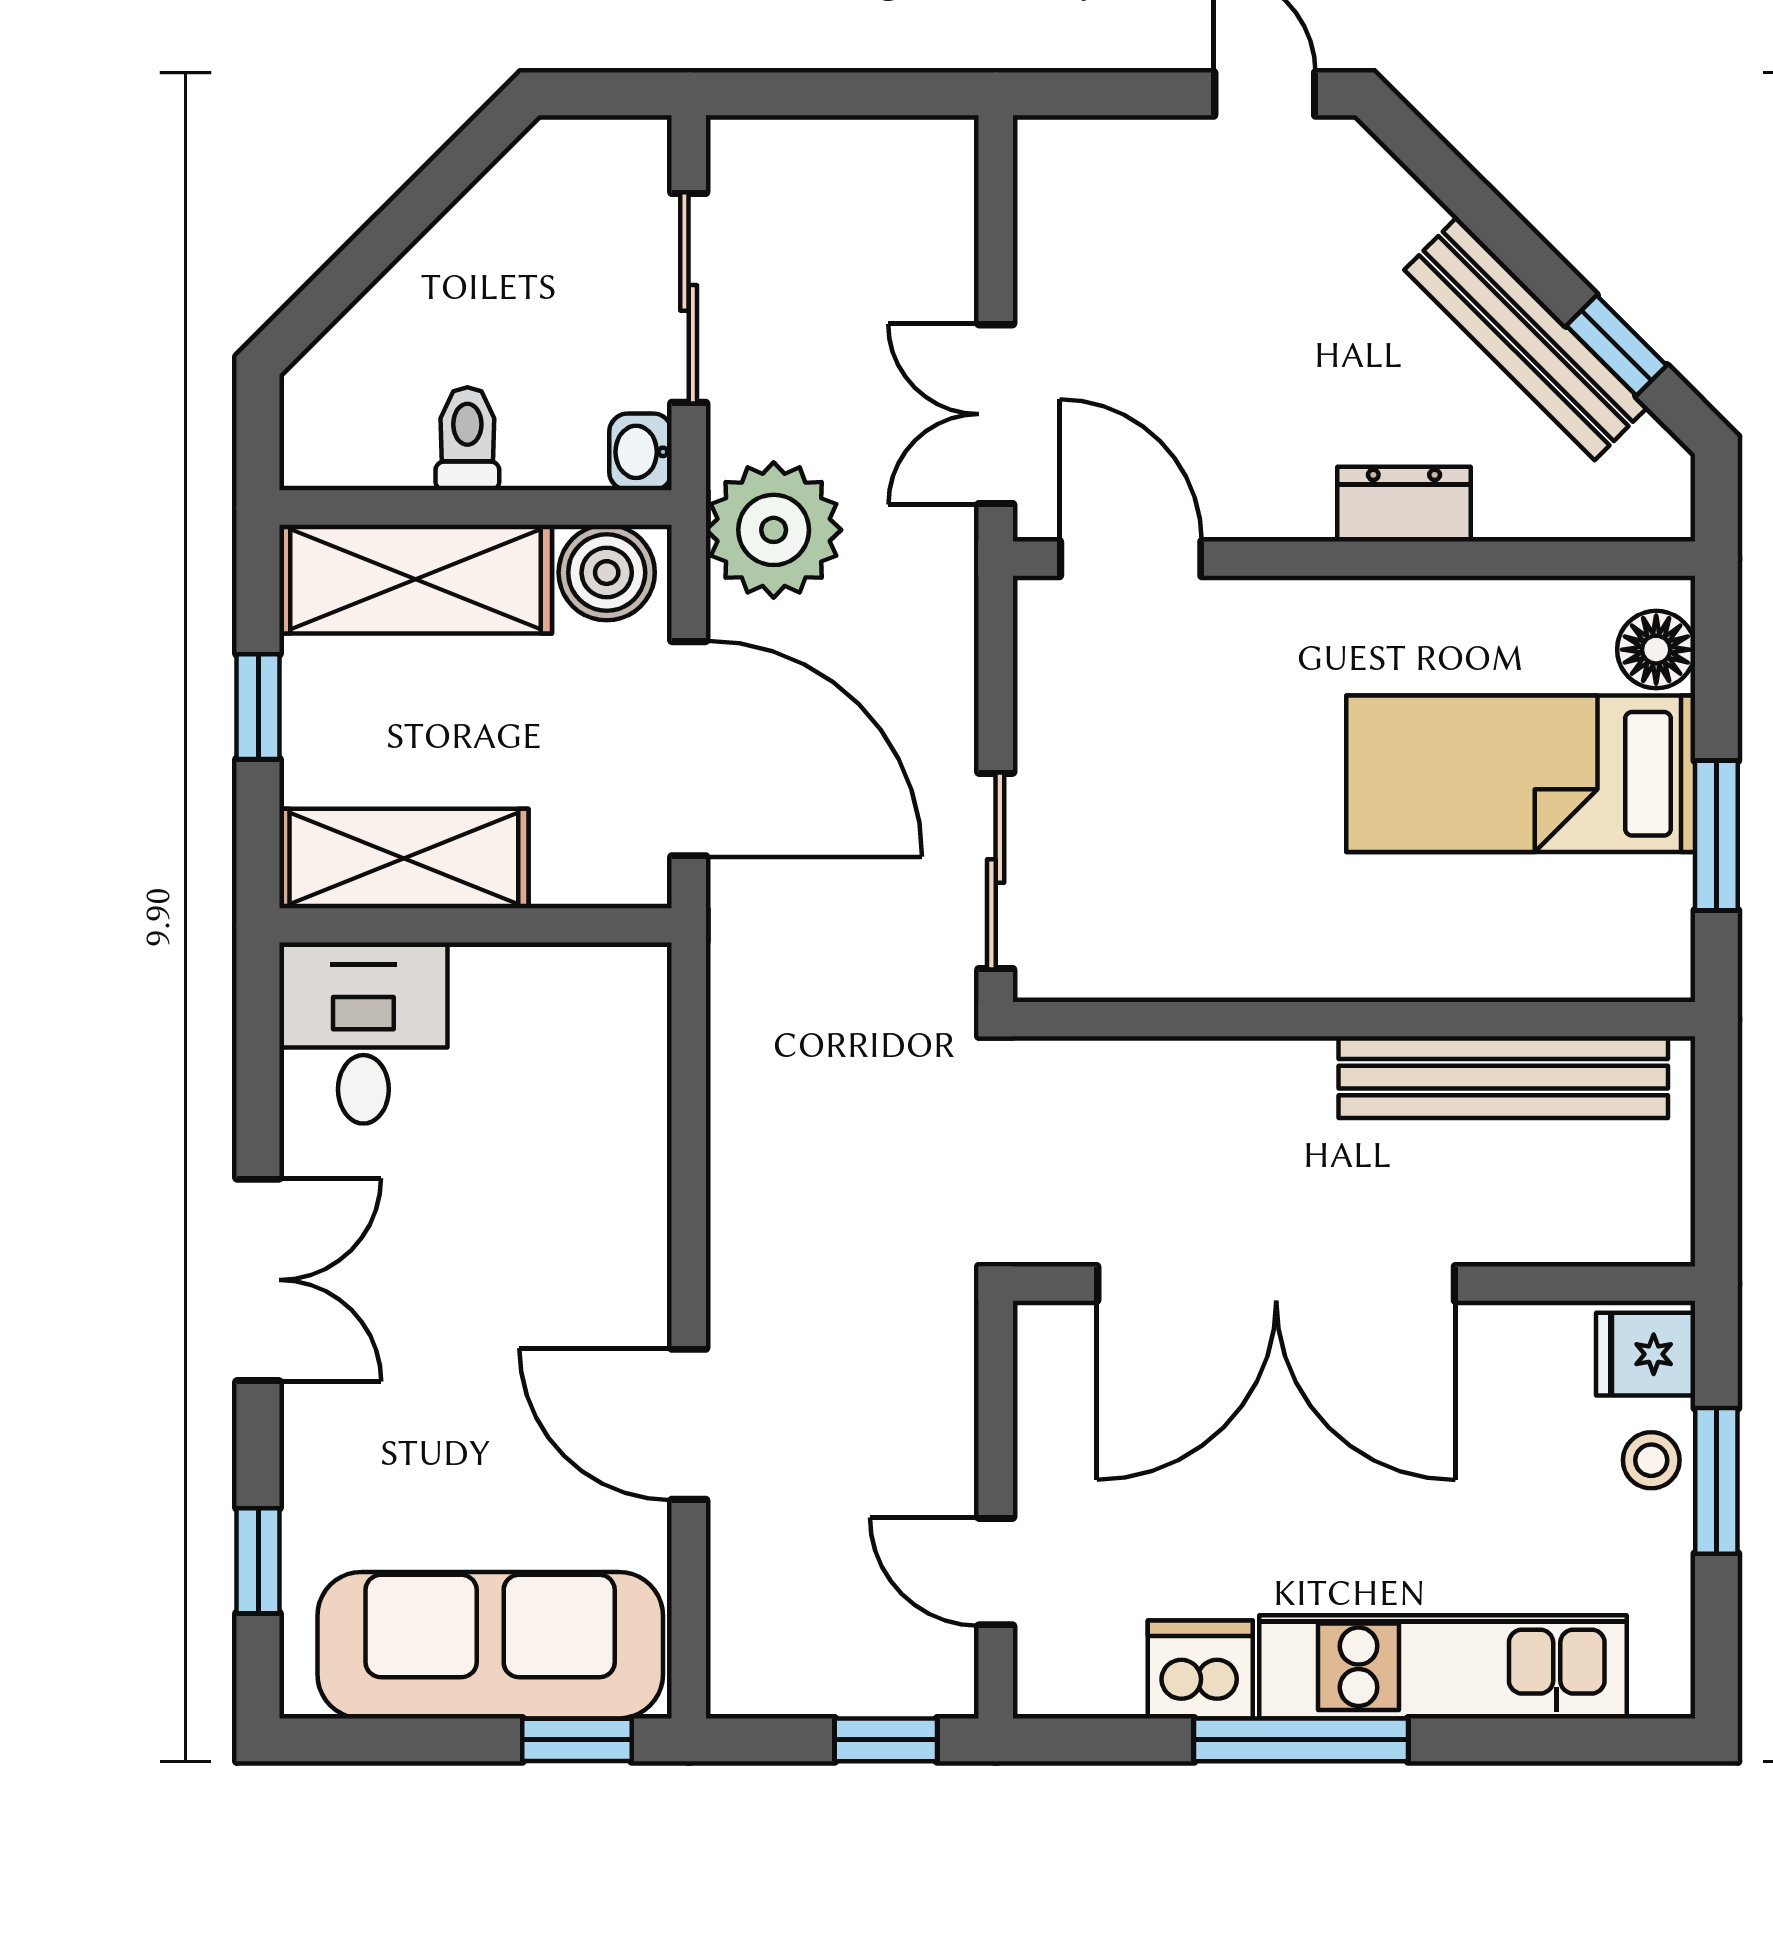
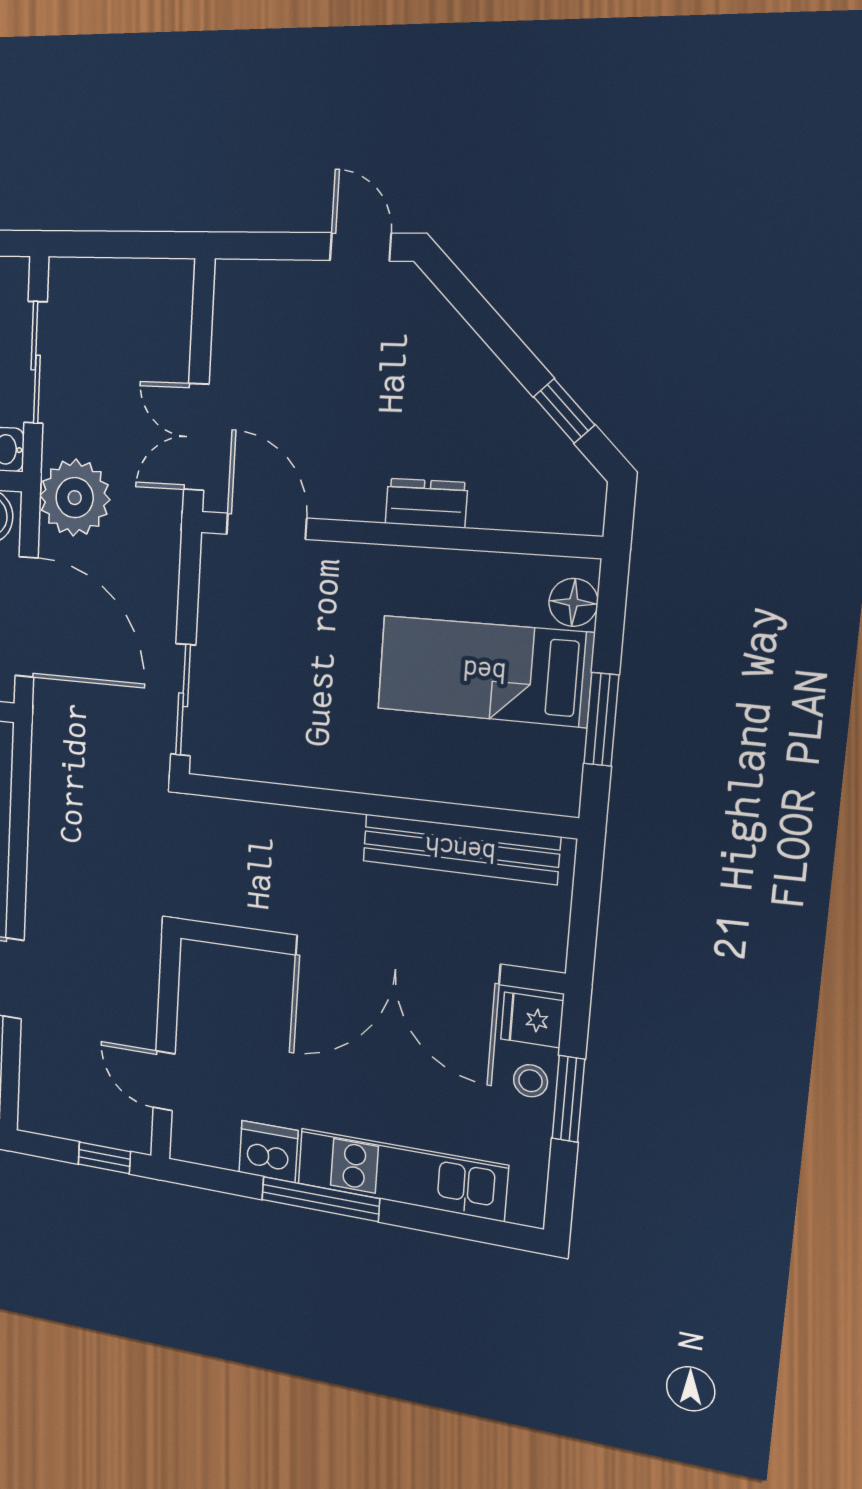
bench: (1526, 338) -> (508, 404), removed
double door: (1276, 1284) -> (396, 959), moved

